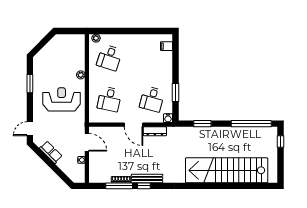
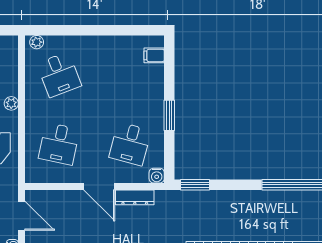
desk: (109, 58) -> (59, 75), turned -39
window: (176, 93) -> (169, 115), moved
window: (202, 124) -> (195, 185), moved

